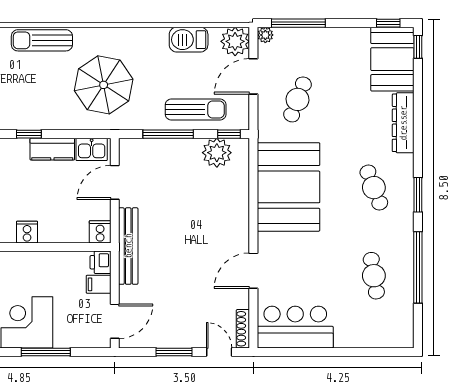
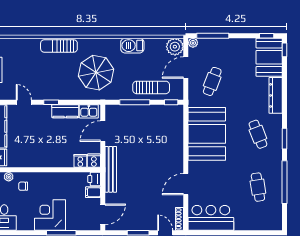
barbecue: (189, 40) -> (132, 46), moved
plant: (217, 153) -> (164, 113), removed
cooker: (27, 232) -> (80, 161), moved

